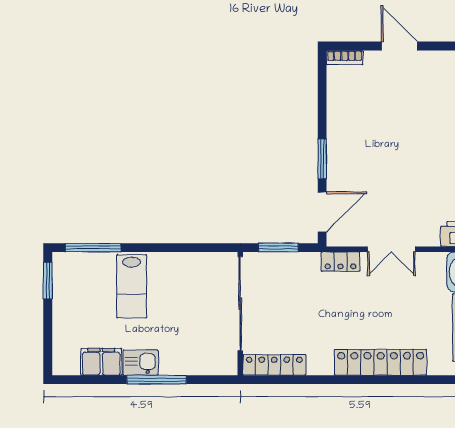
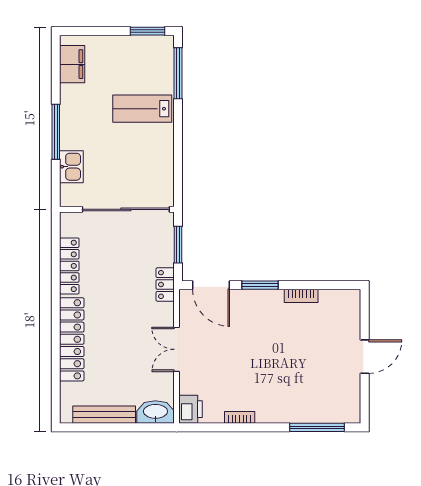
bookcase: (345, 58) -> (301, 296), moved, turned -90
locker: (341, 262) -> (165, 284), moved
filing cabinet: (101, 362) -> (72, 64), moved
kitchen sink: (141, 363) -> (71, 167), moved
locker: (274, 365) -> (69, 266), moved

